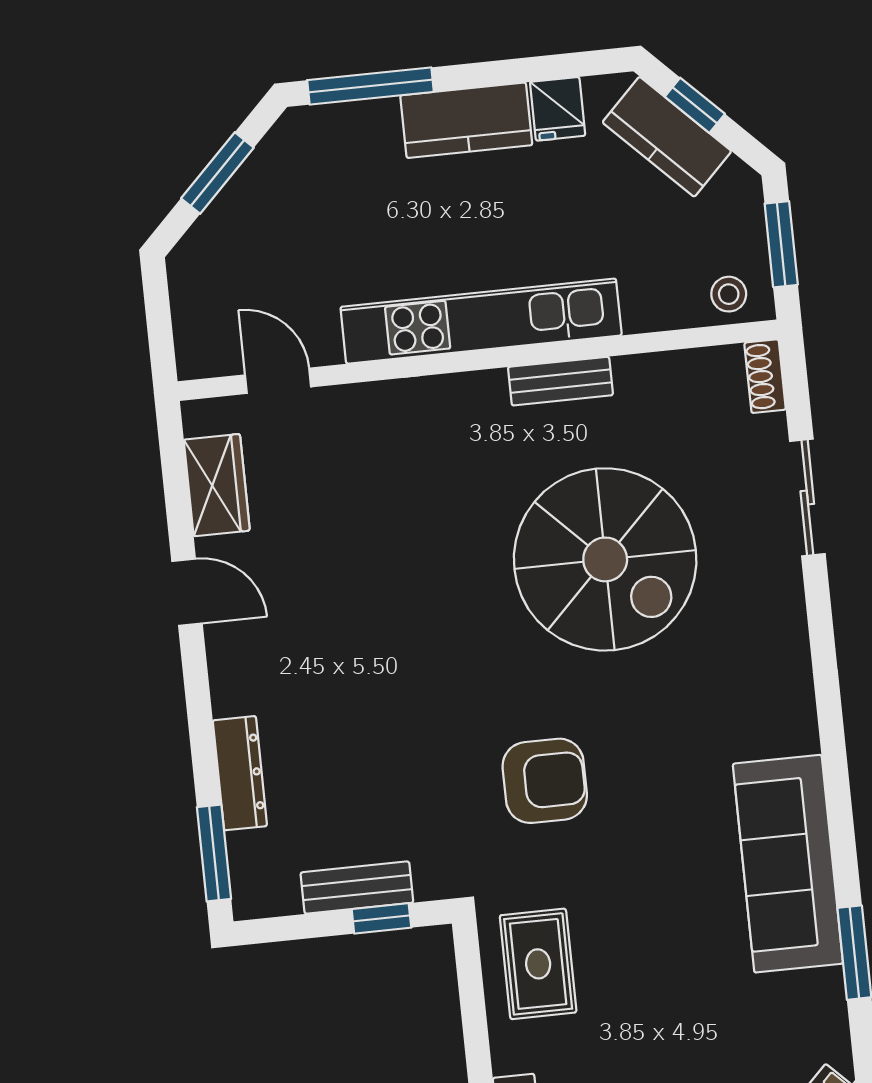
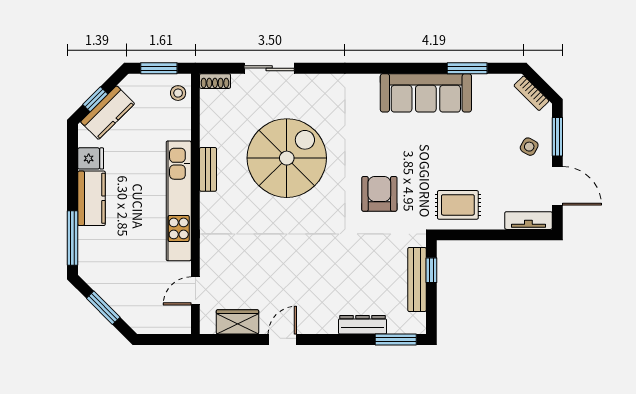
bench: (357, 888) -> (417, 279), width x1.36

